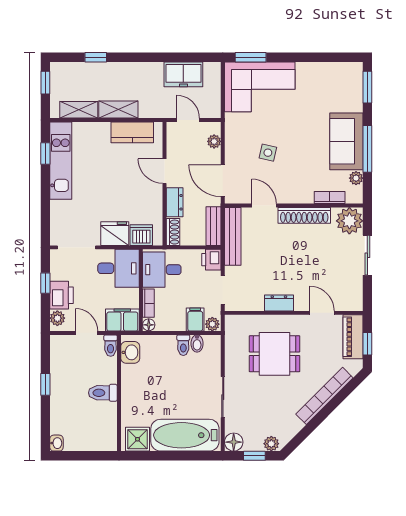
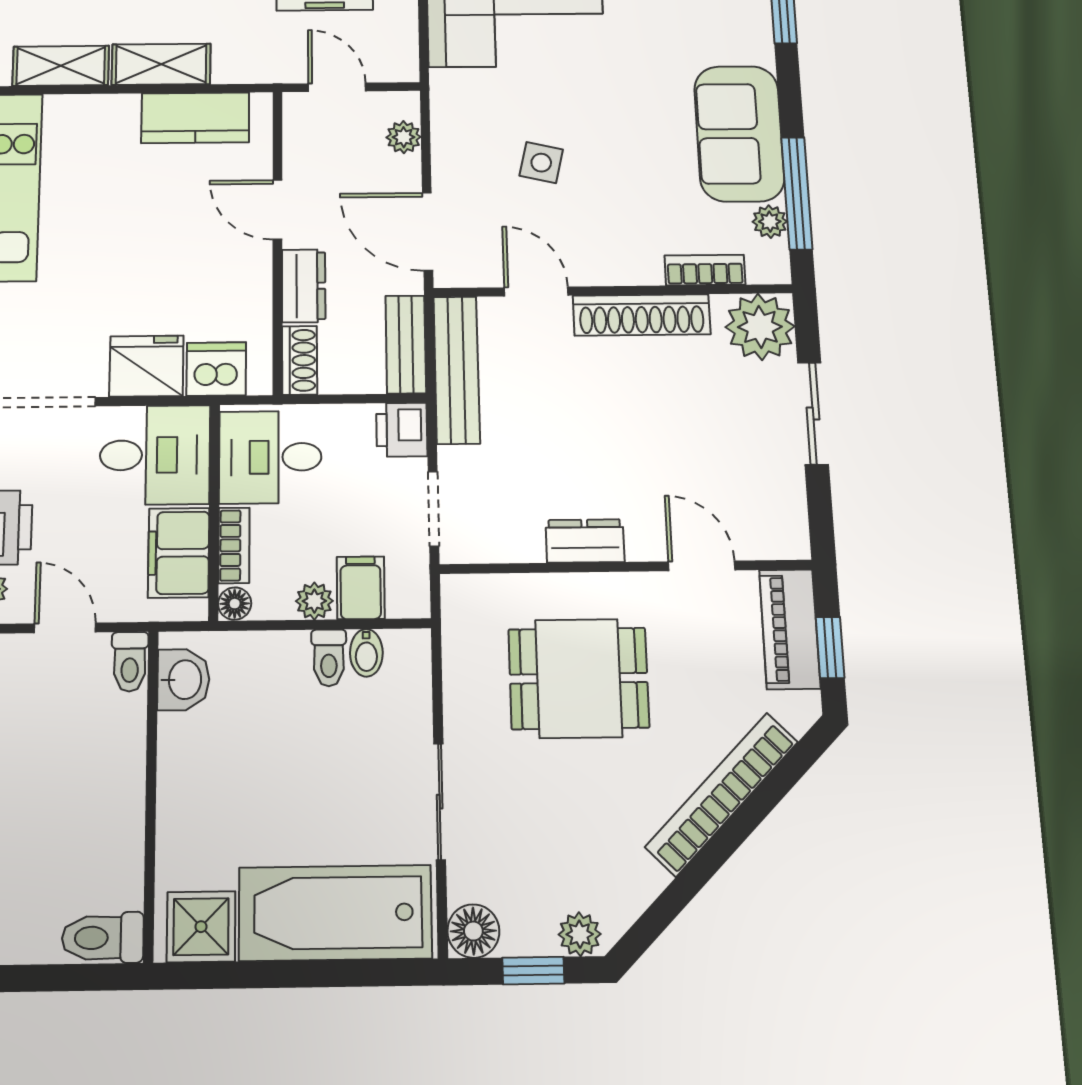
window: (367, 149) -> (797, 193), moved
filing cabinet: (122, 320) -> (179, 553), moved, turned -90
plant: (212, 324) -> (314, 601), moved
toilet: (103, 393) -> (103, 938), moved

